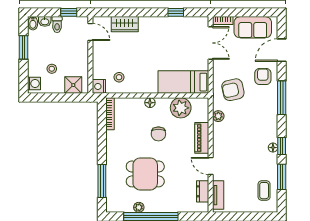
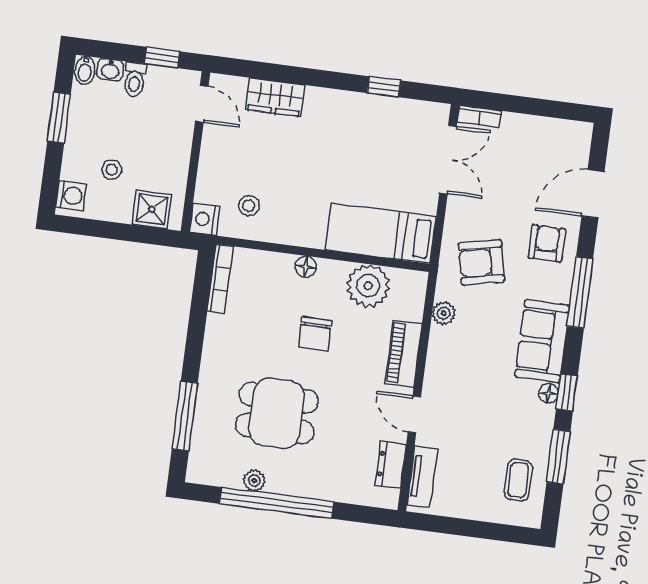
sofa: (253, 27) -> (542, 341), moved, turned 90

